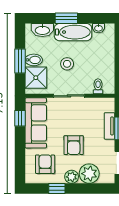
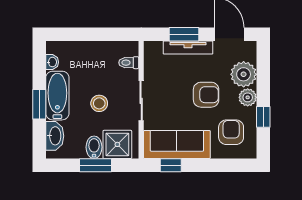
tv unit: (110, 126) -> (188, 48), width x1.41
armchair: (45, 164) -> (231, 132), turned 90

